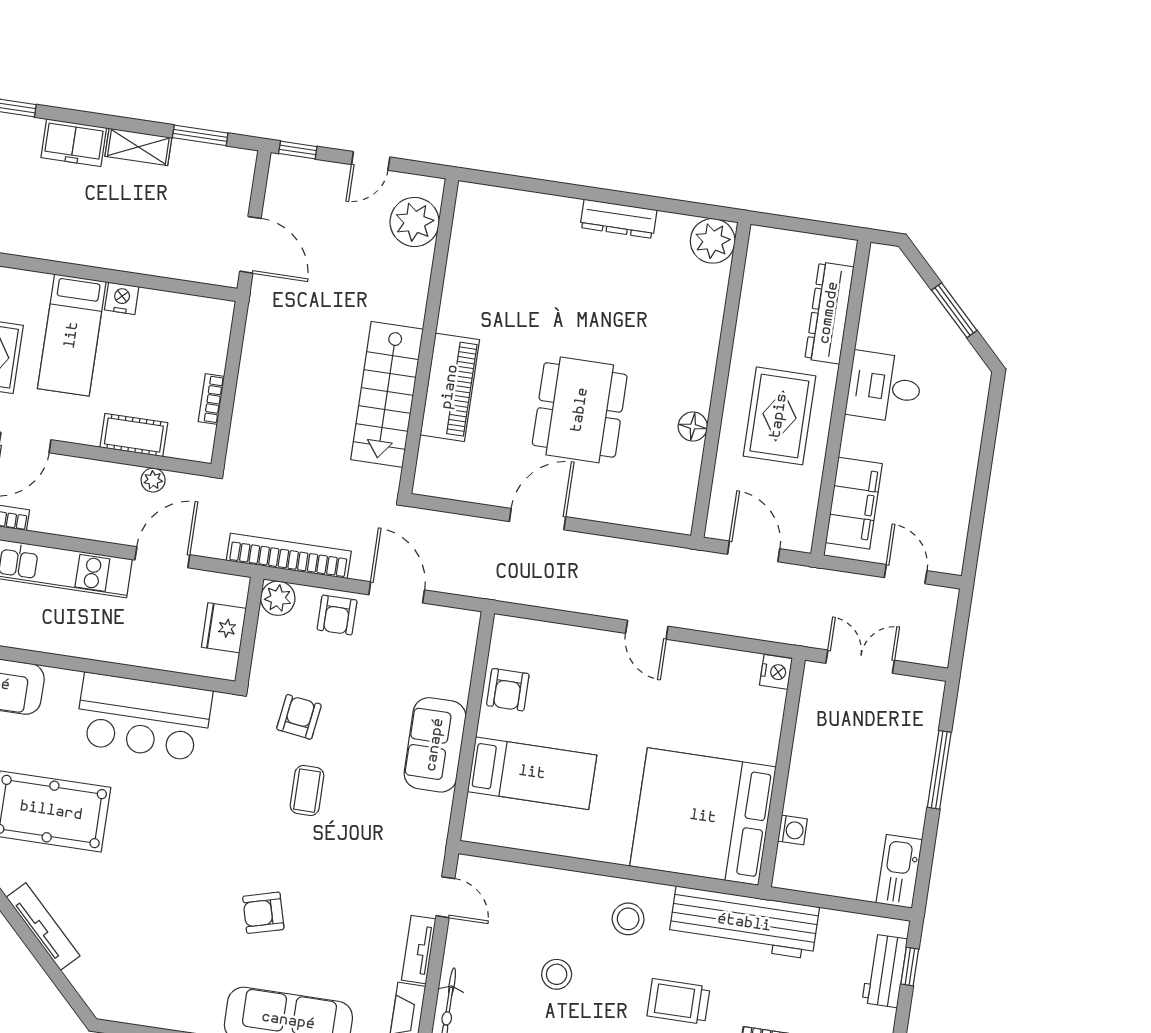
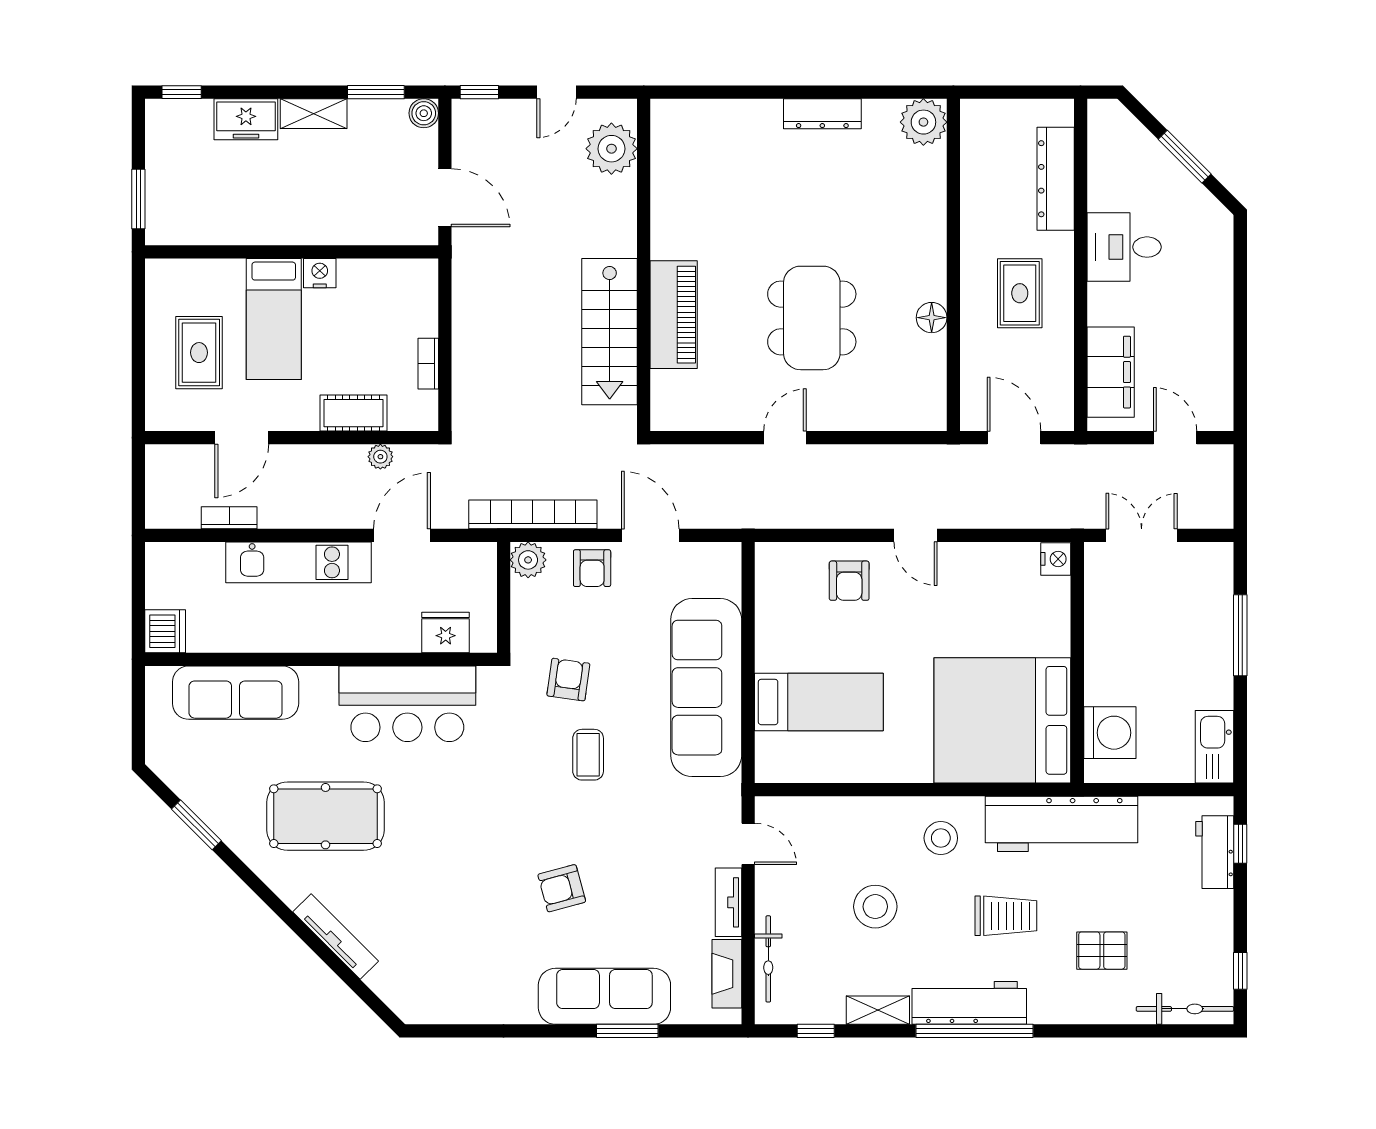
boiler: (242, 162) -> (424, 113), added
rug: (779, 416) -> (1020, 293), width x0.73, depth x0.70
door: (538, 519) -> (785, 438), width x0.73
fridge: (224, 628) -> (446, 632), moved, turned 90
armchair: (508, 690) -> (849, 581), moved
sofa: (435, 745) -> (706, 688), width x1.85, depth x1.27
washing machine: (793, 830) -> (1110, 733), width x1.89, depth x1.89
stool: (557, 974) -> (875, 907), width x1.38, depth x1.38
trolley: (679, 1001) -> (1006, 916), turned 180

